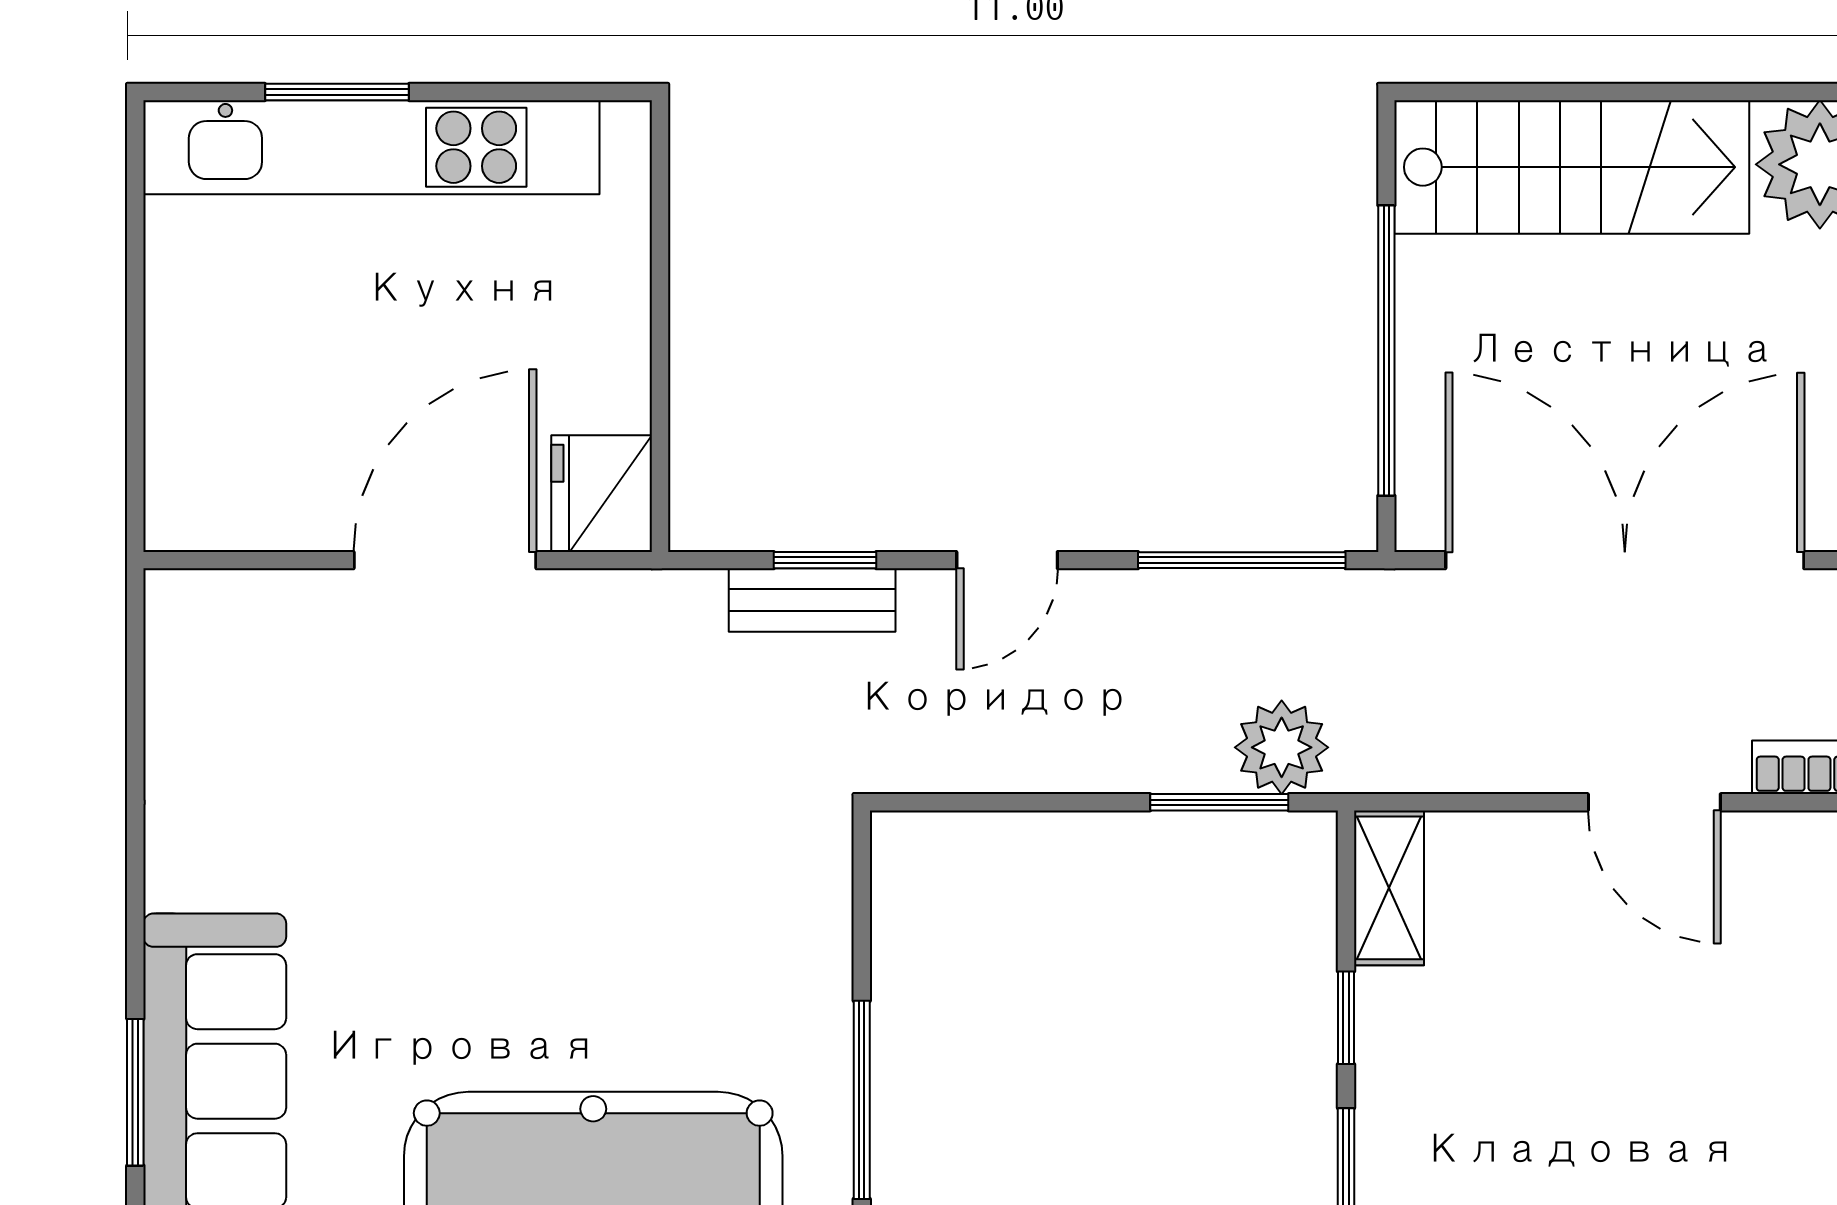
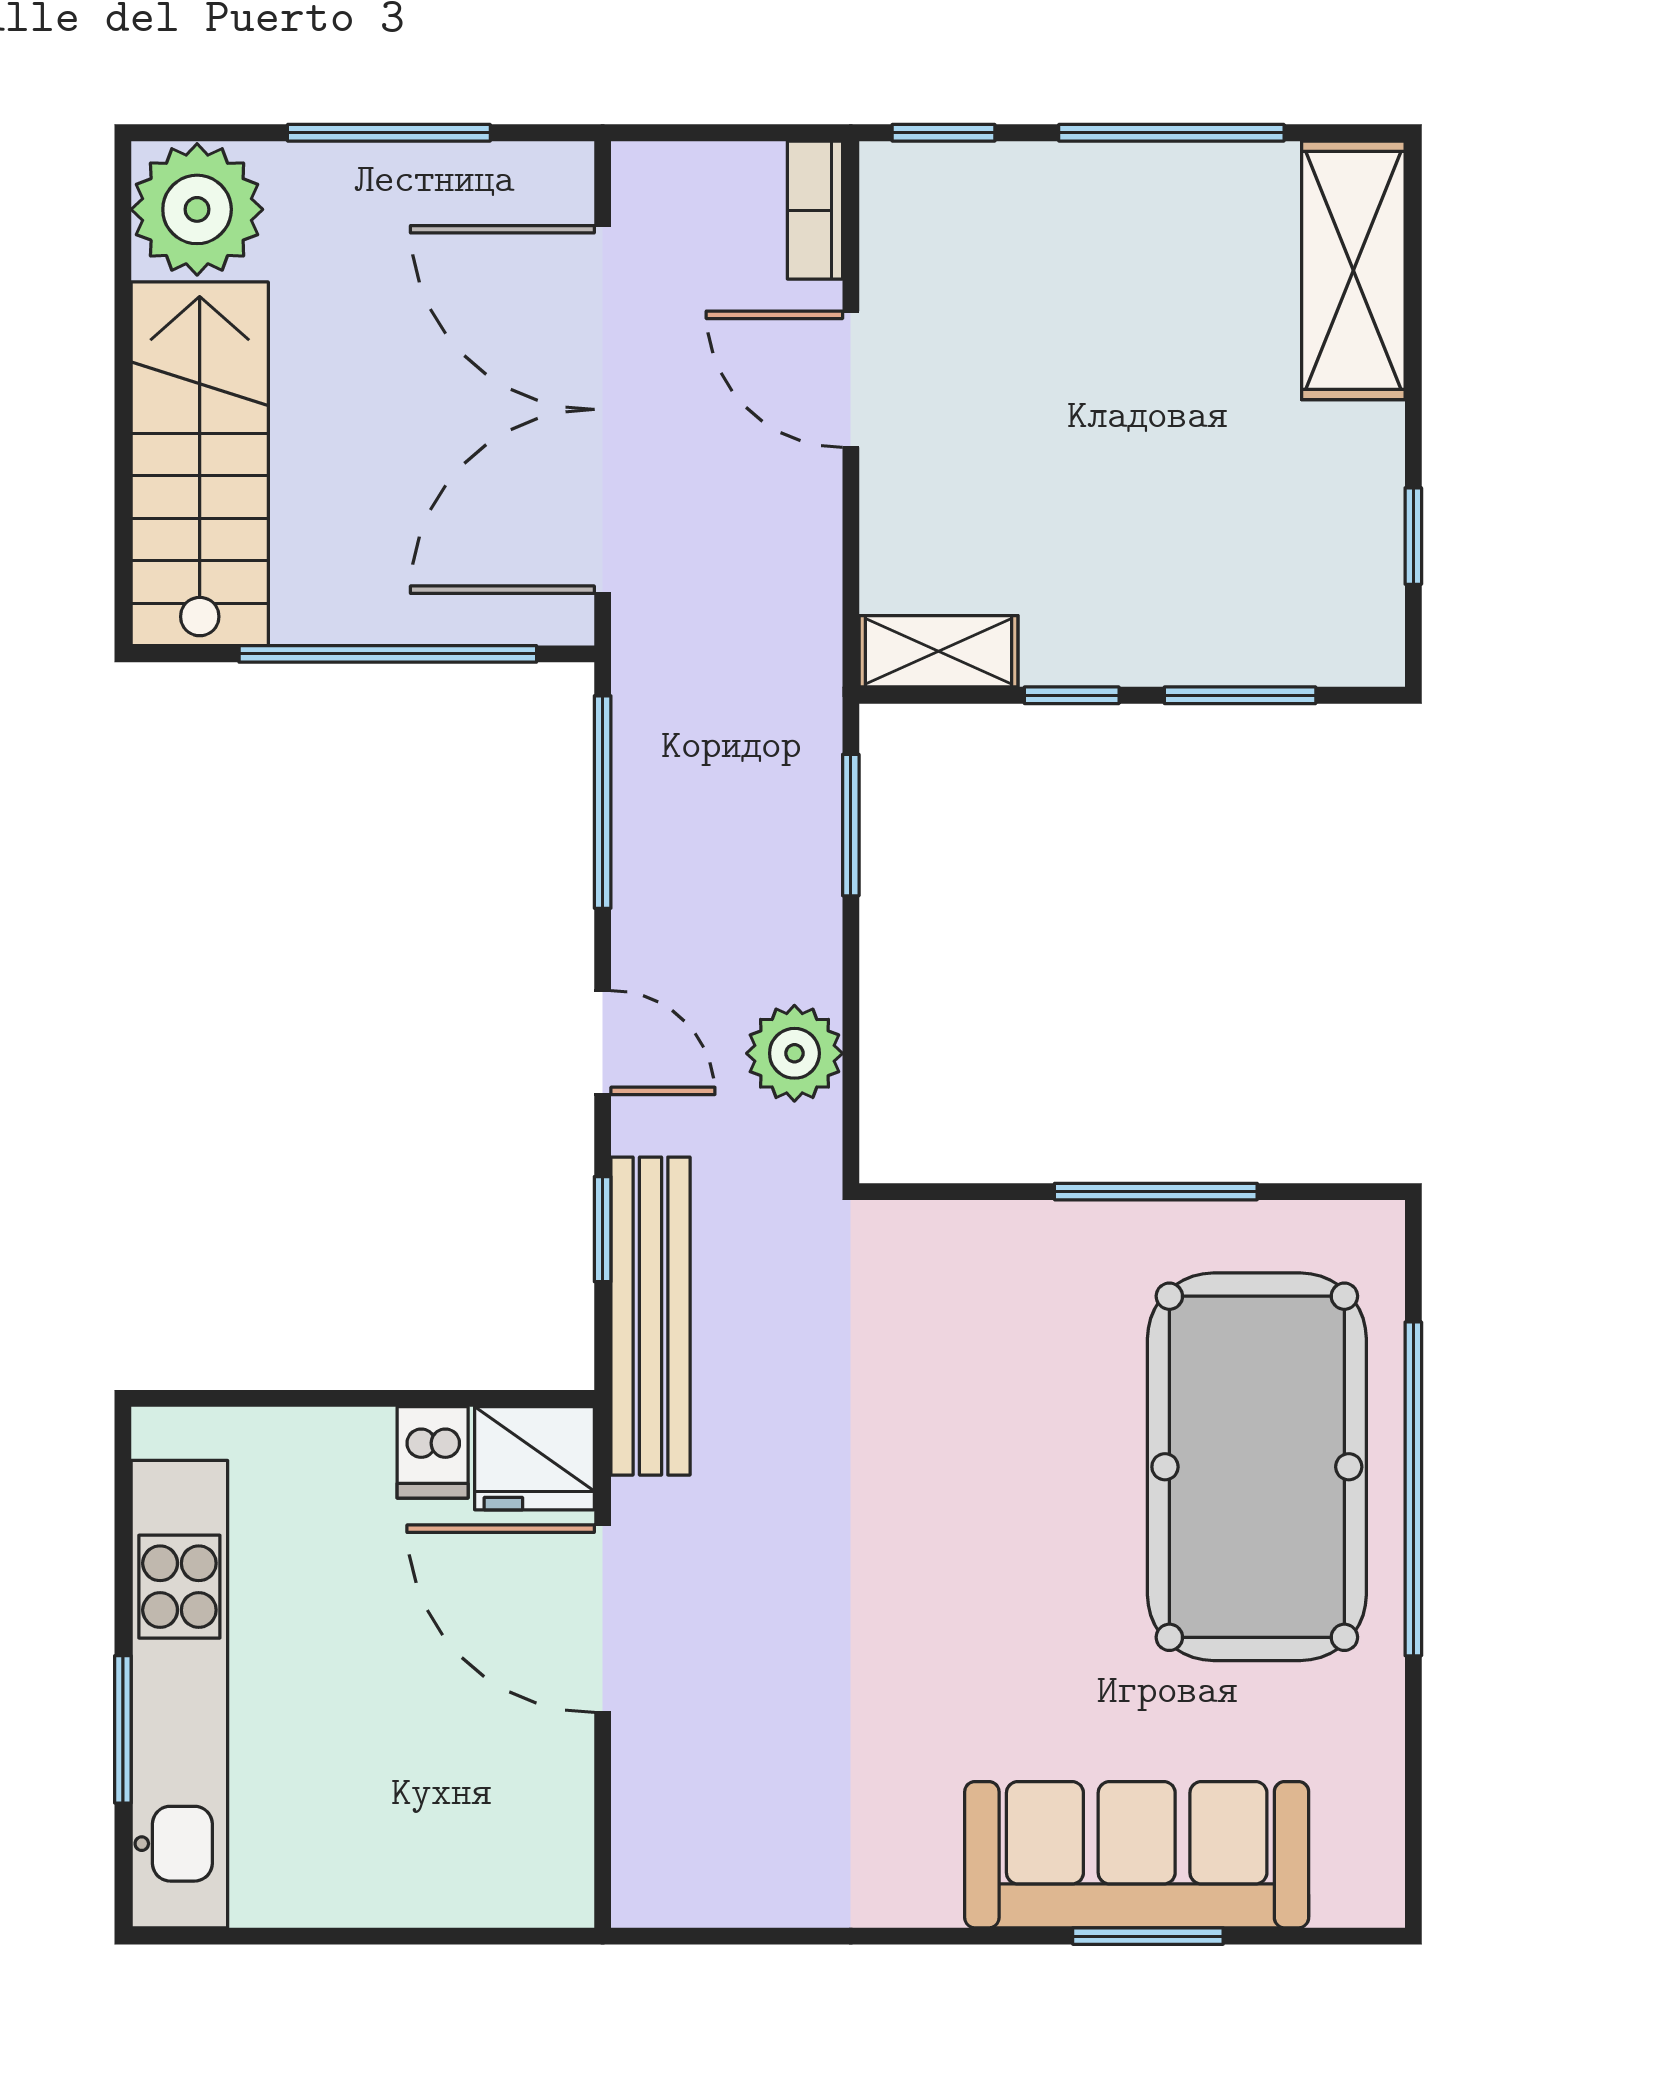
dishwasher: (607, 394) -> (433, 1452), added
bench: (812, 600) -> (650, 1316), width x1.86, depth x1.21
plant: (1282, 747) -> (794, 1053), moved
door: (1654, 802) -> (851, 379), swing flipped

